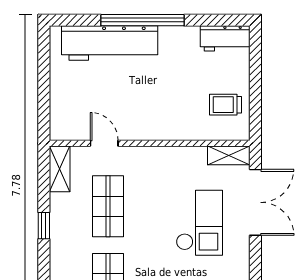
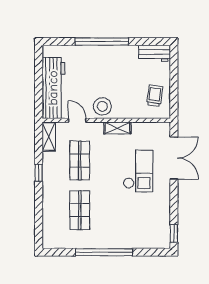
workbench: (110, 43) -> (53, 88), moved, turned -90
trolley: (225, 105) -> (155, 96), turned 98
stool: (143, 122) -> (102, 106), added
shelving: (229, 155) -> (117, 128), moved

